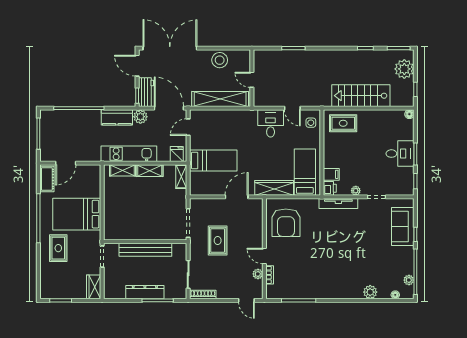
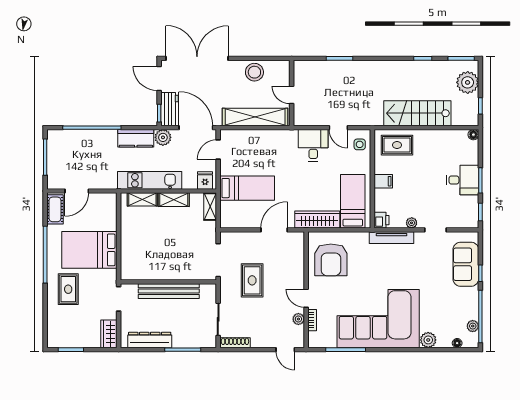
filing cabinet: (331, 174) -> (383, 181), moved
corner sofa: (327, 274) -> (378, 319), added
dresser: (145, 292) -> (150, 340), moved

